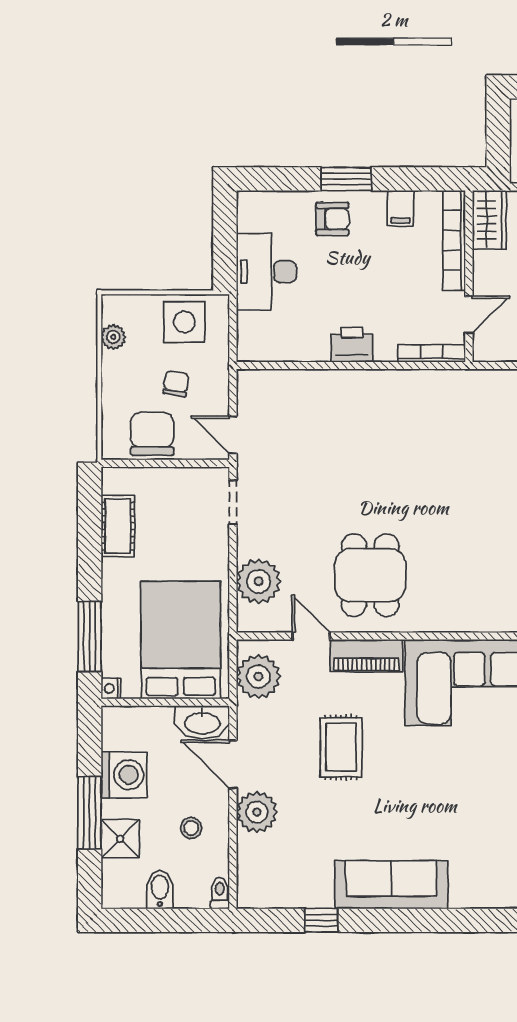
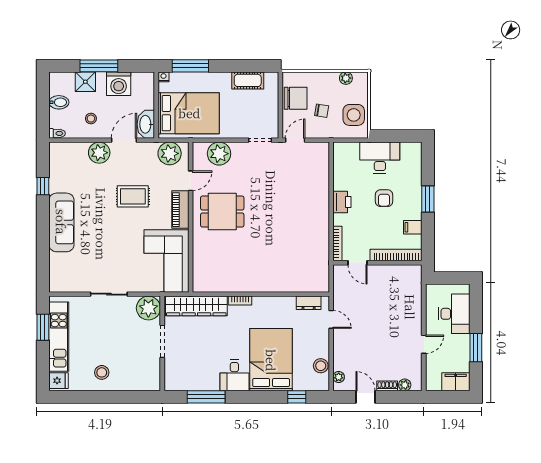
armchair: (332, 219) -> (384, 198), moved
wardrobe: (489, 220) -> (407, 273), removed

